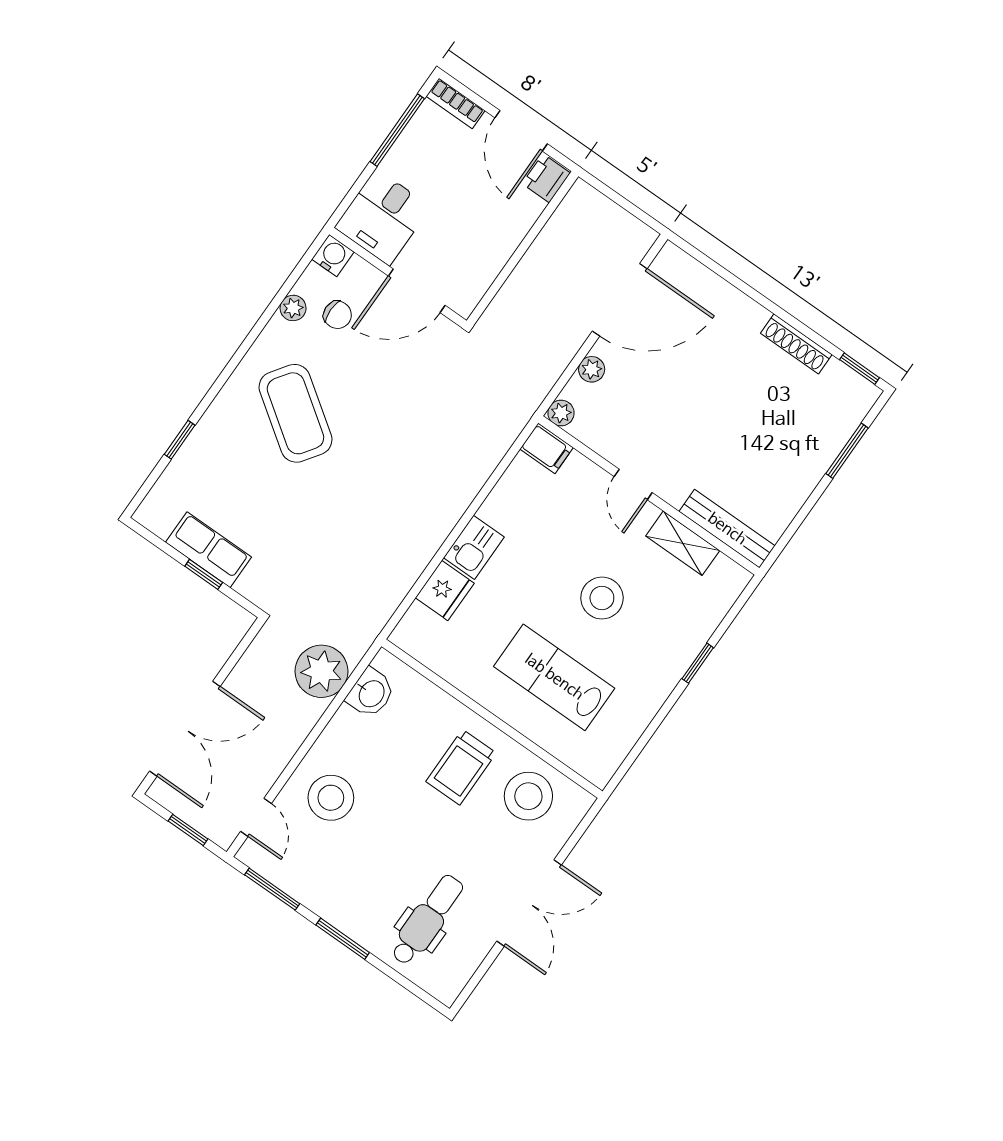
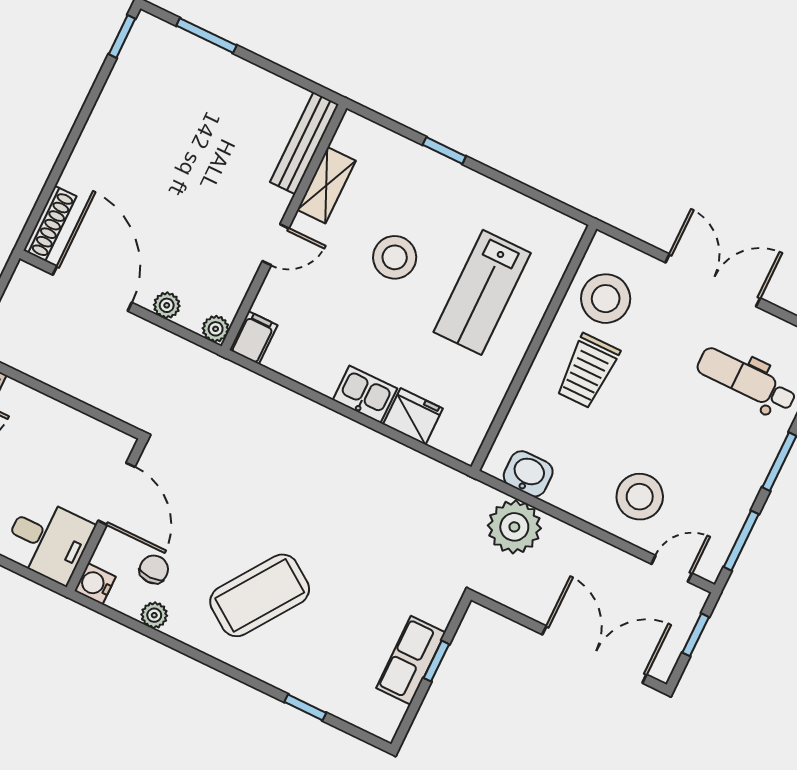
shoe rack: (796, 344) -> (50, 223), moved
trolley: (461, 767) -> (588, 371), turned 90

